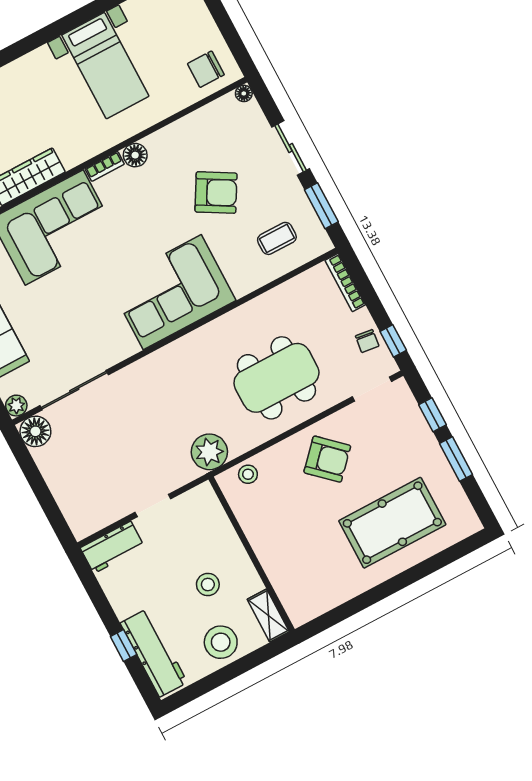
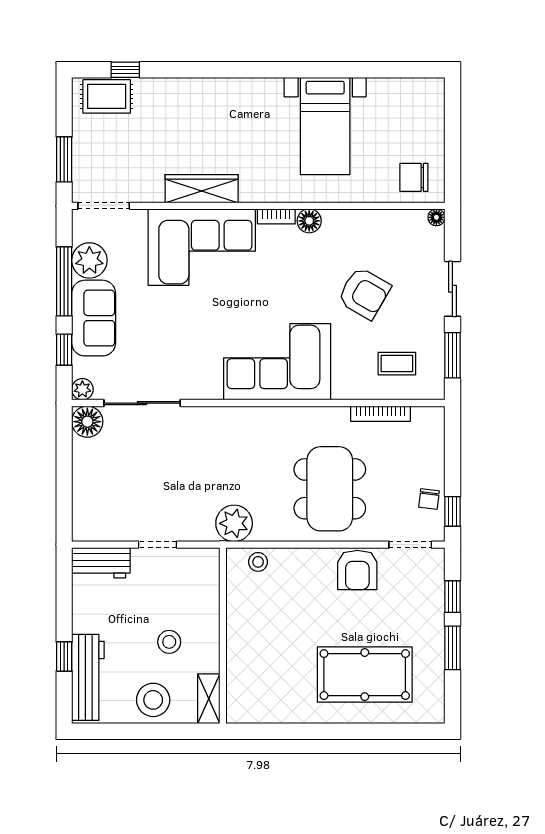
bookcase: (345, 283) -> (381, 414), moved, turned -90
dining table: (276, 378) -> (330, 489), turned 90
armchair: (327, 459) -> (357, 570), moved, turned 47

